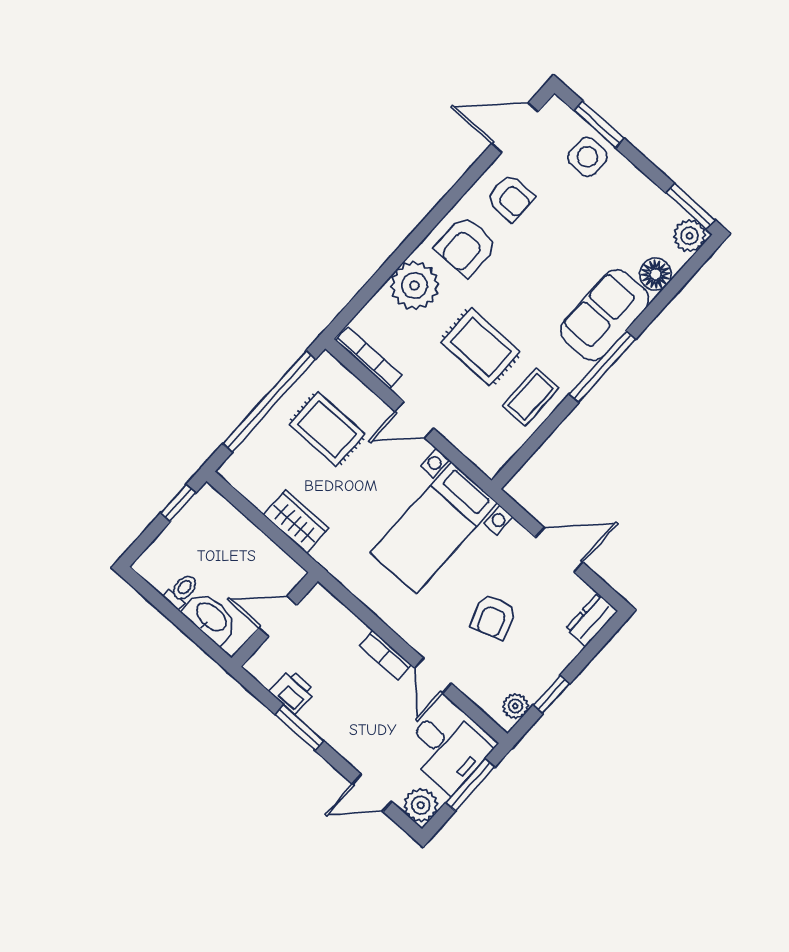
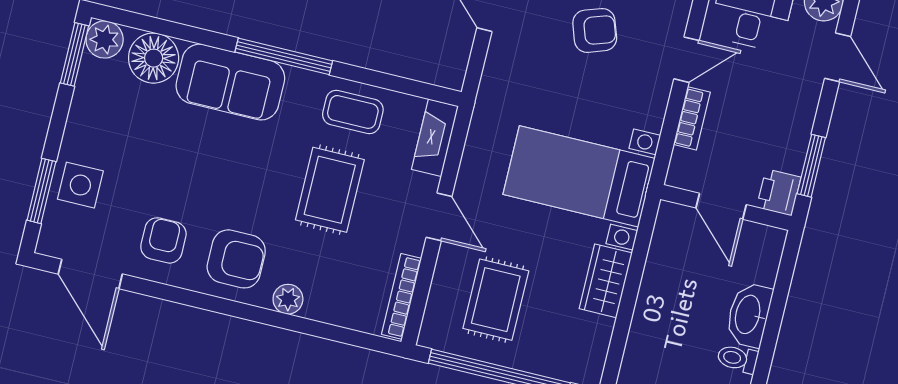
floor lamp: (655, 274) -> (154, 58), width x1.38, depth x1.38
plant: (414, 285) -> (288, 299), width x0.53, depth x0.53
fireplace: (477, 449) -> (435, 138), added
bed with nightstands: (434, 528) -> (579, 176), moved, turned 180
door: (278, 616) -> (721, 206), moved
wall: (275, 620) -> (726, 207), moved

